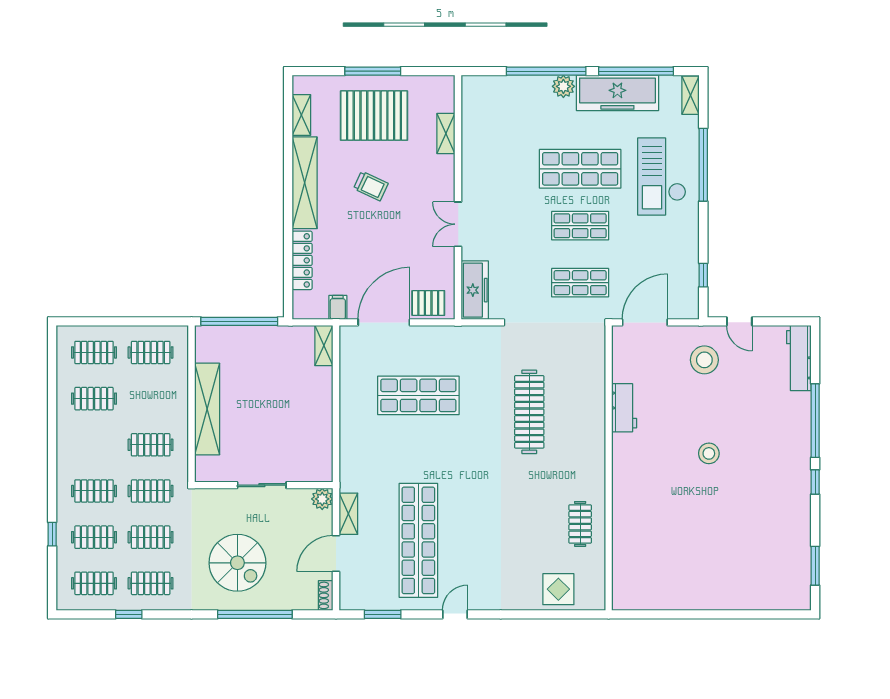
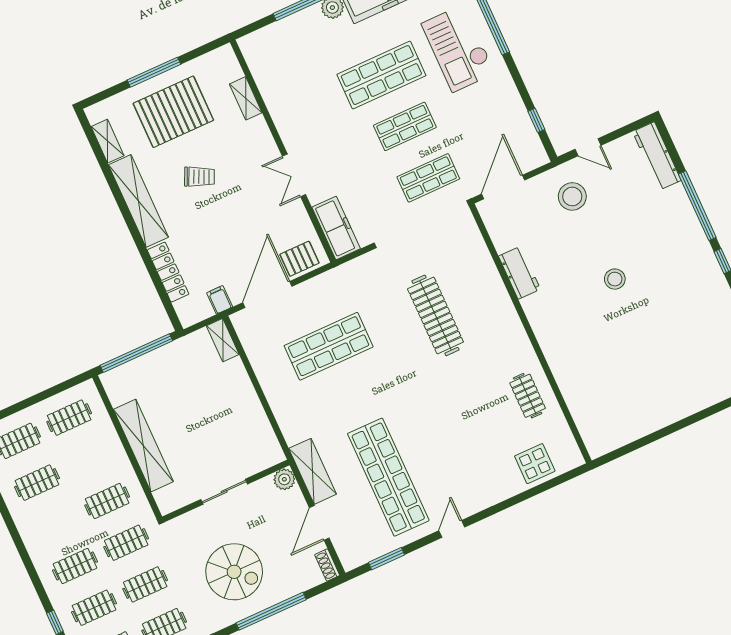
shelving: (348, 514) -> (313, 471), width x1.50, depth x1.33

